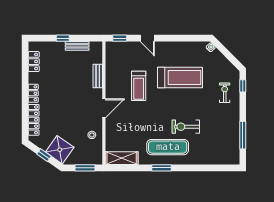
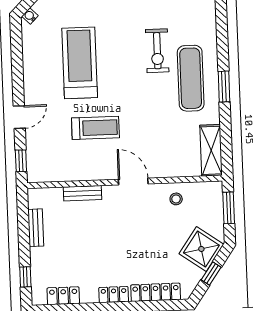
window: (63, 38) -> (25, 277), moved

